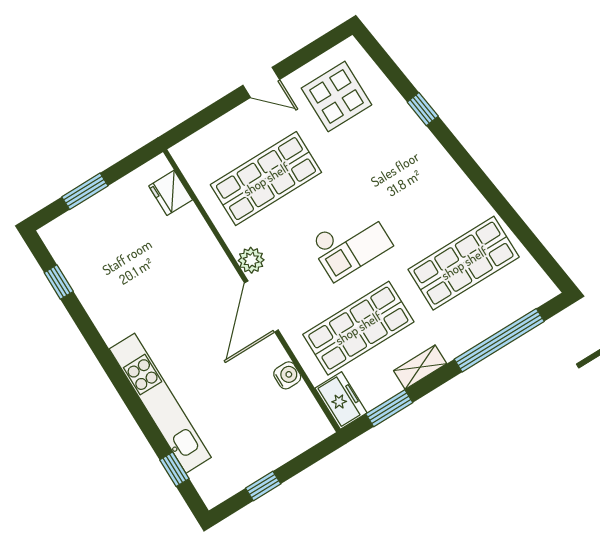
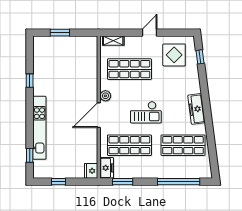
door: (261, 82) -> (150, 33), swing flipped
window: (423, 109) -> (200, 57), moved
freezer: (446, 175) -> (197, 109), added
fridge: (171, 193) -> (91, 171), moved
window: (59, 282) -> (30, 81), moved
shelving: (420, 367) -> (113, 41), moved
water cooler: (287, 375) -> (93, 146), removed

